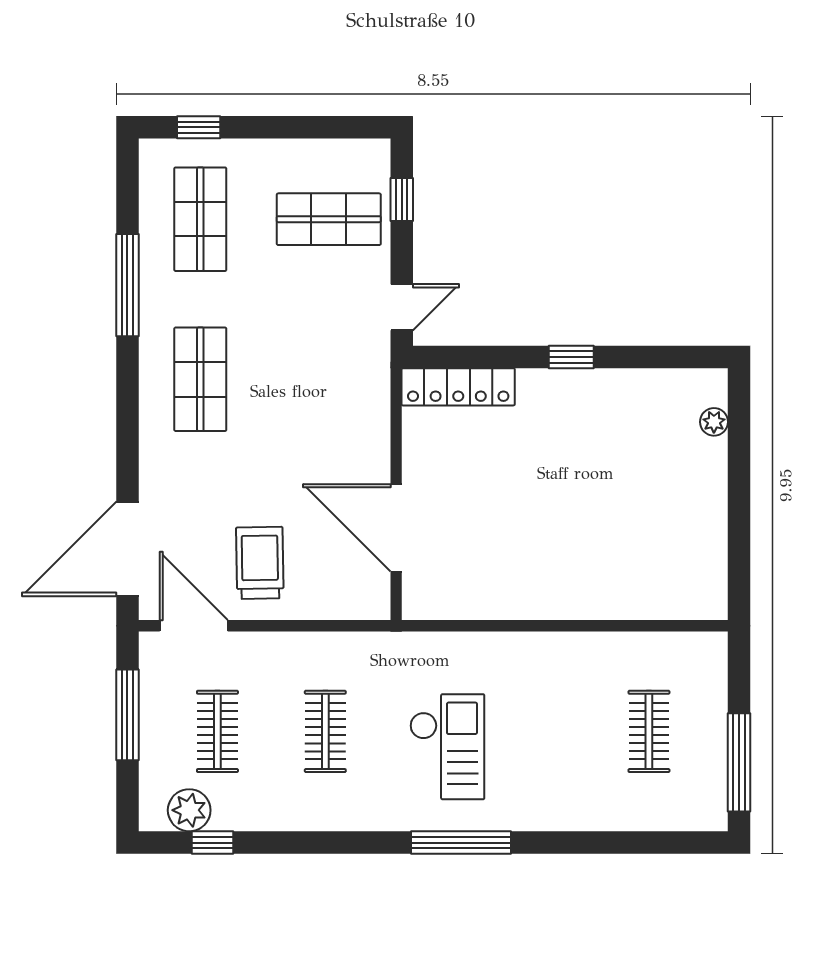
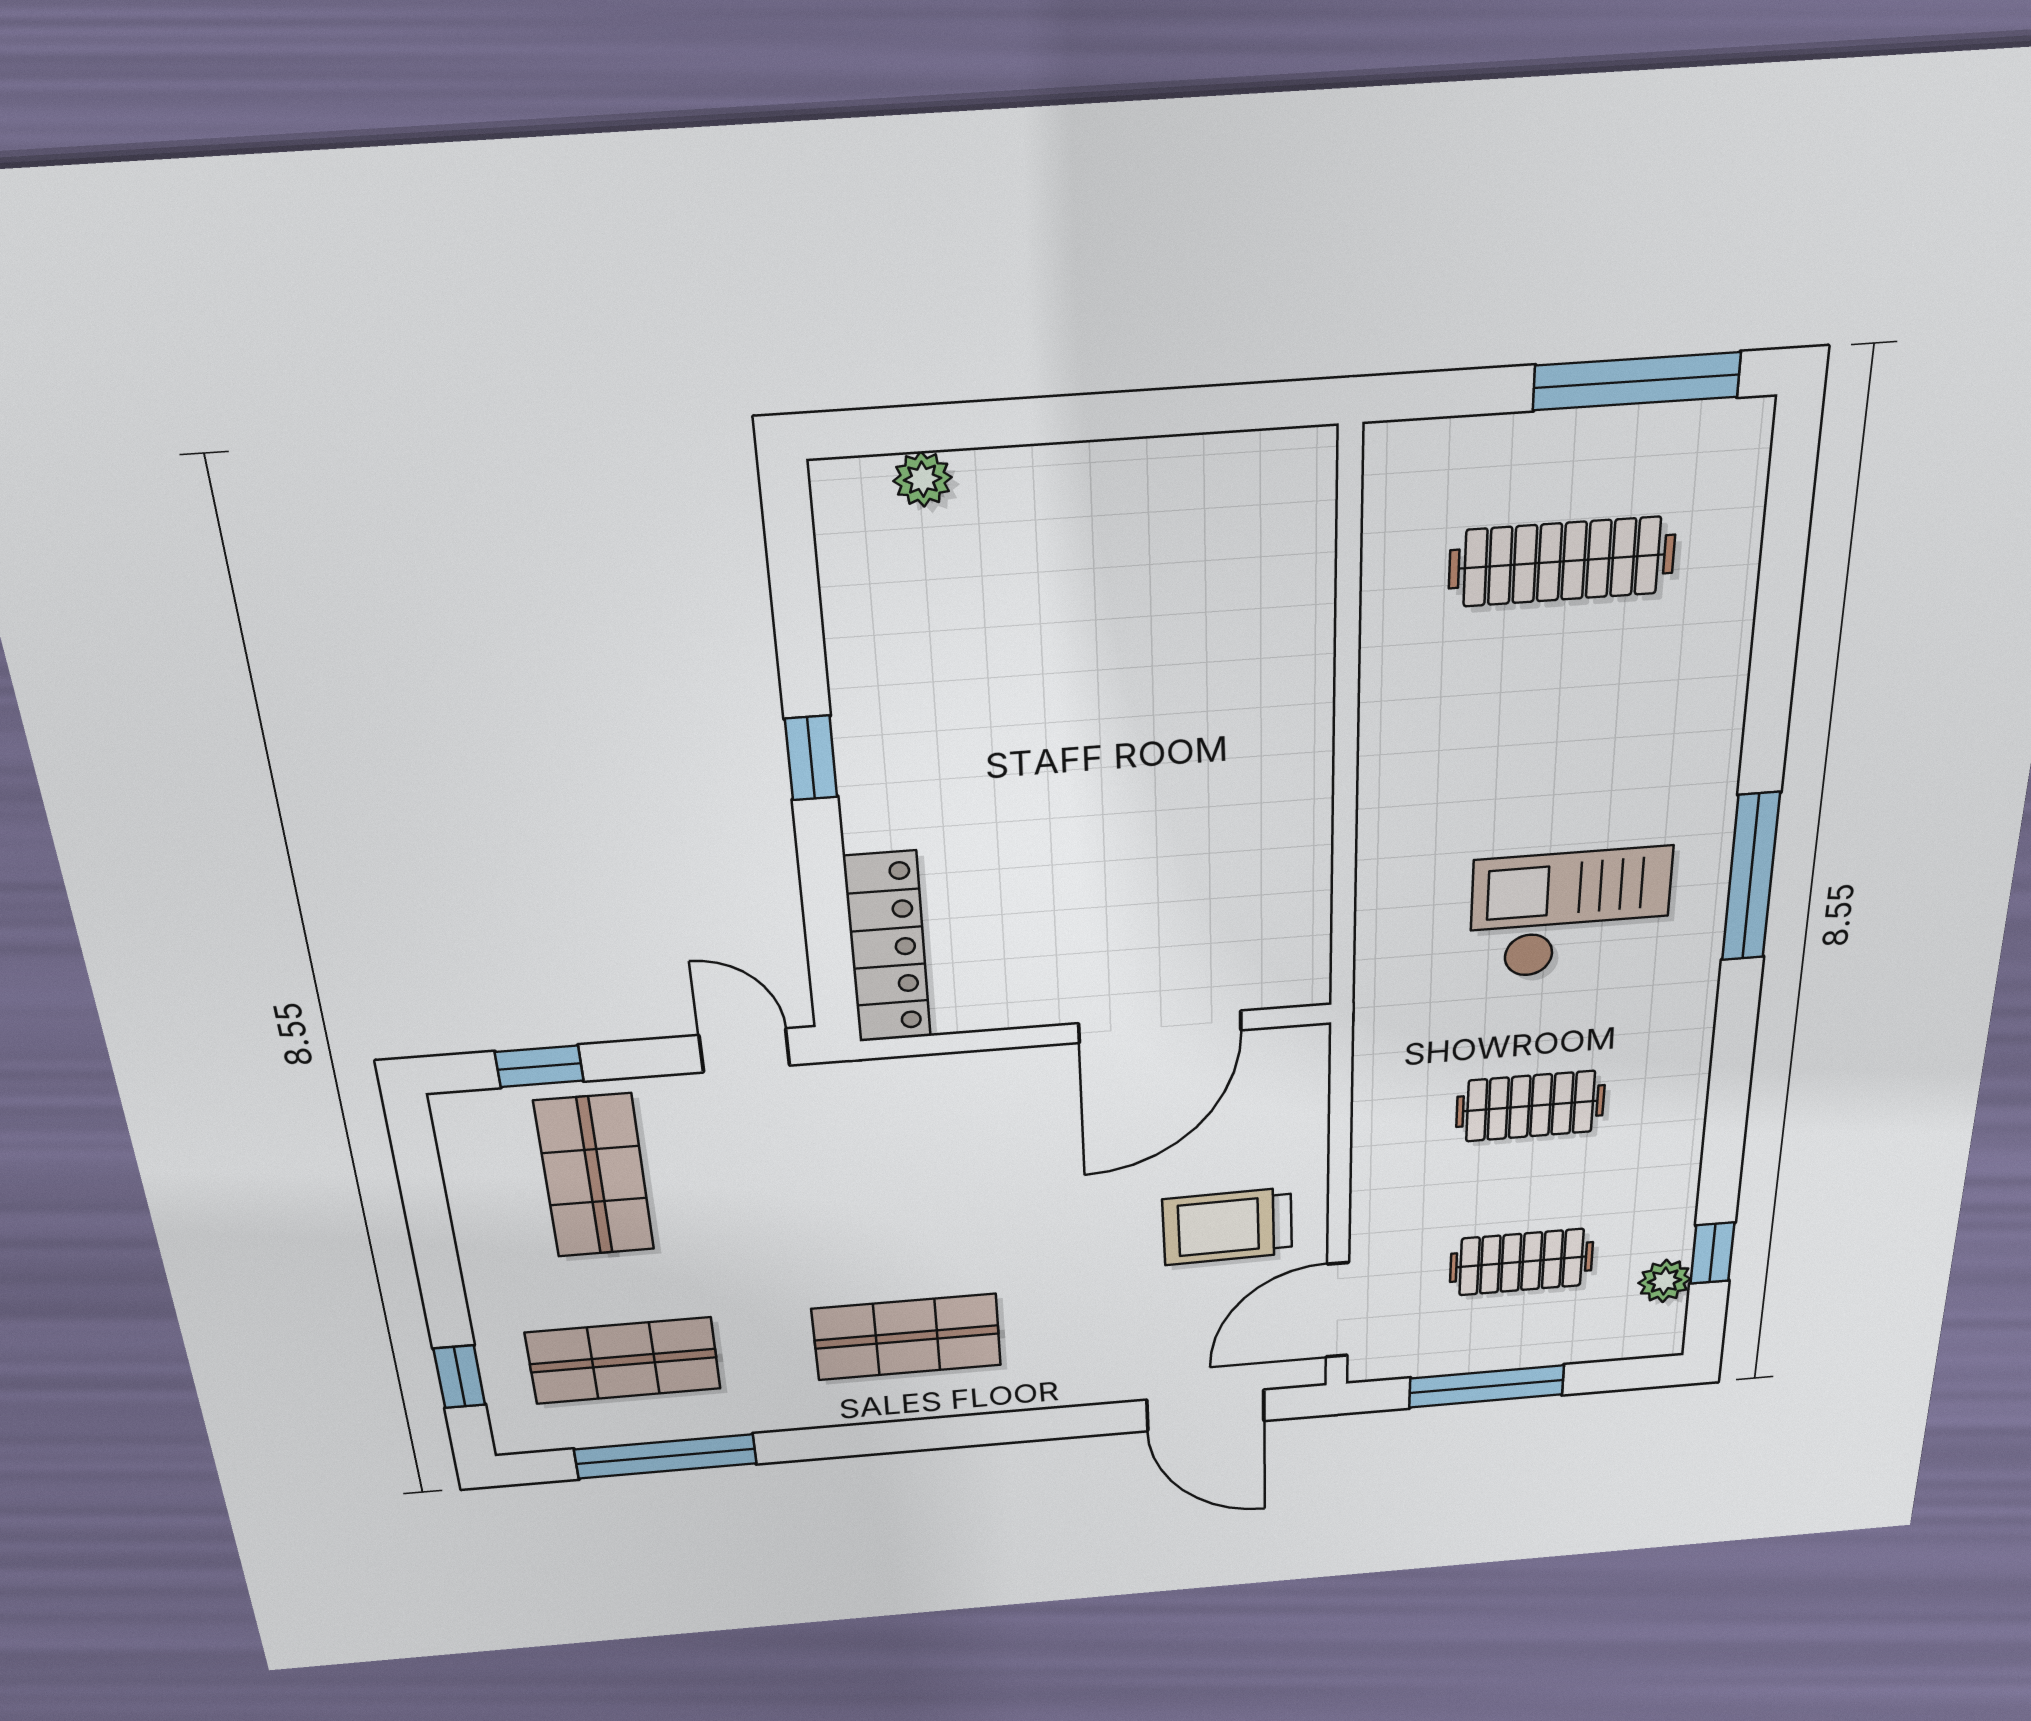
window: (127, 285) -> (666, 1457), moved
door: (127, 549) -> (1206, 1410), width x0.73
clothes rail: (649, 731) -> (1562, 562), width x1.36
plant: (189, 810) -> (1665, 1281), width x0.73, depth x0.73

